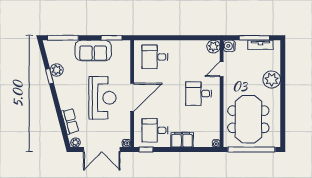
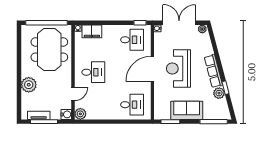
row of seats: (70, 121) -> (213, 71), moved, width x1.48
filing cabinet: (182, 140) -> (92, 31), moved

